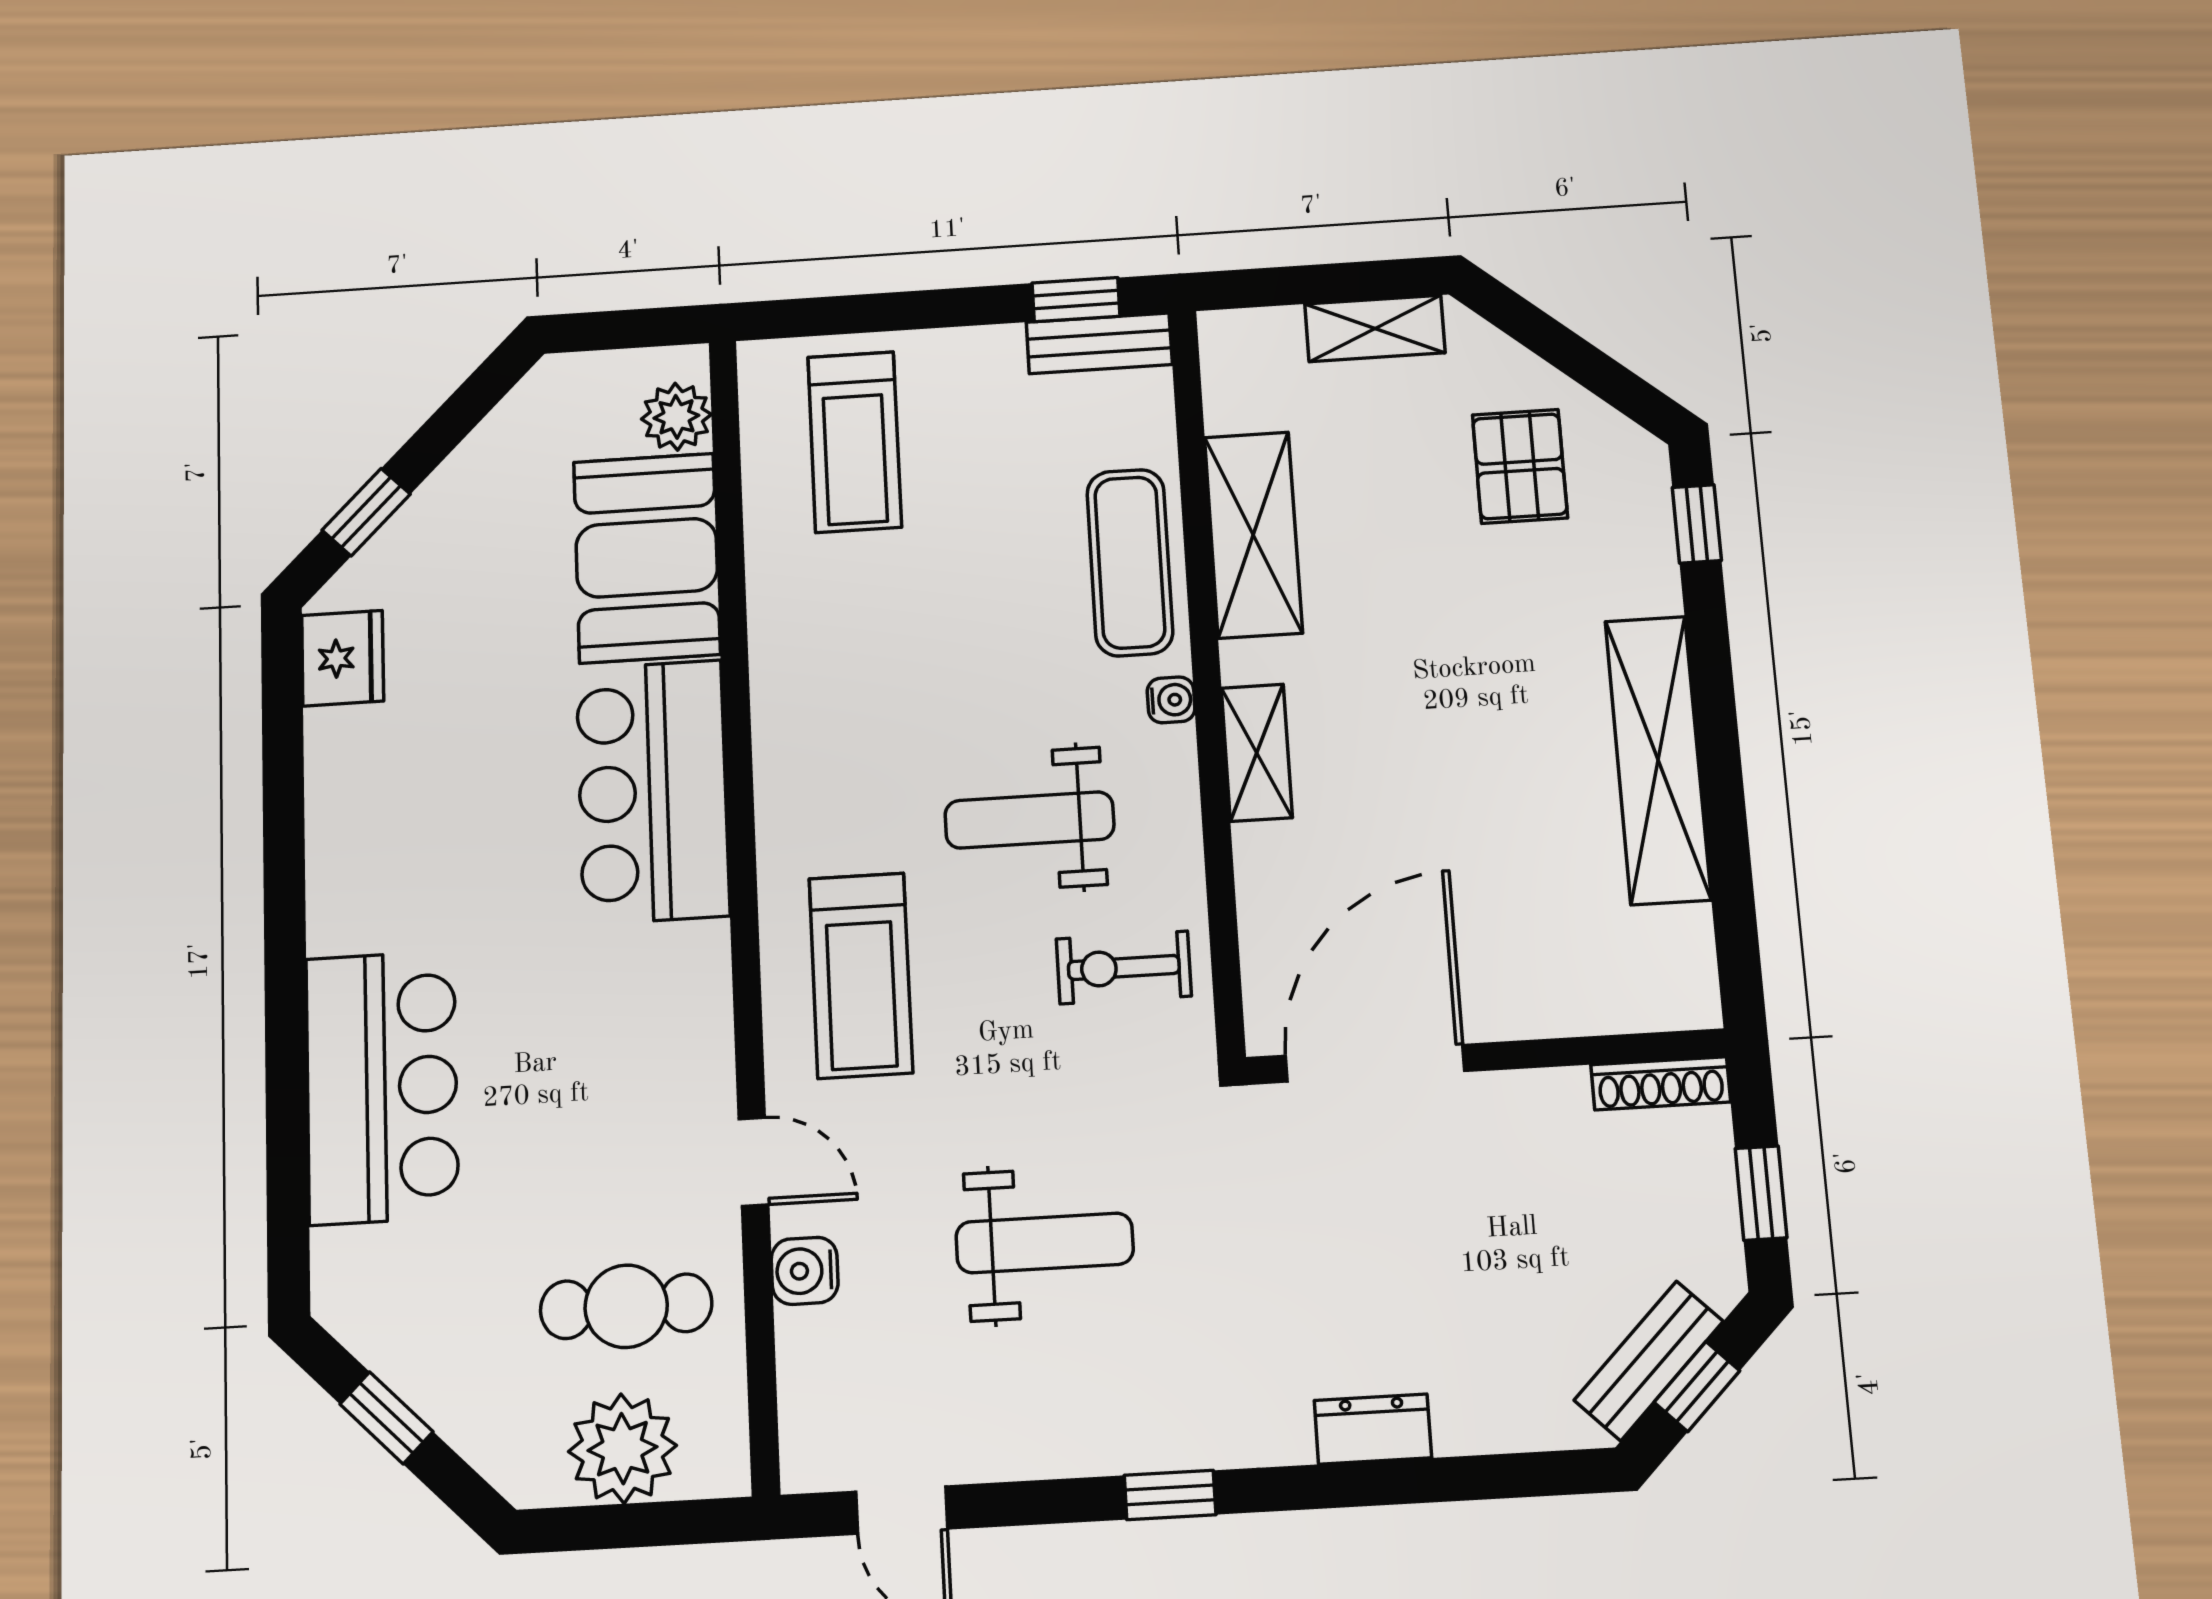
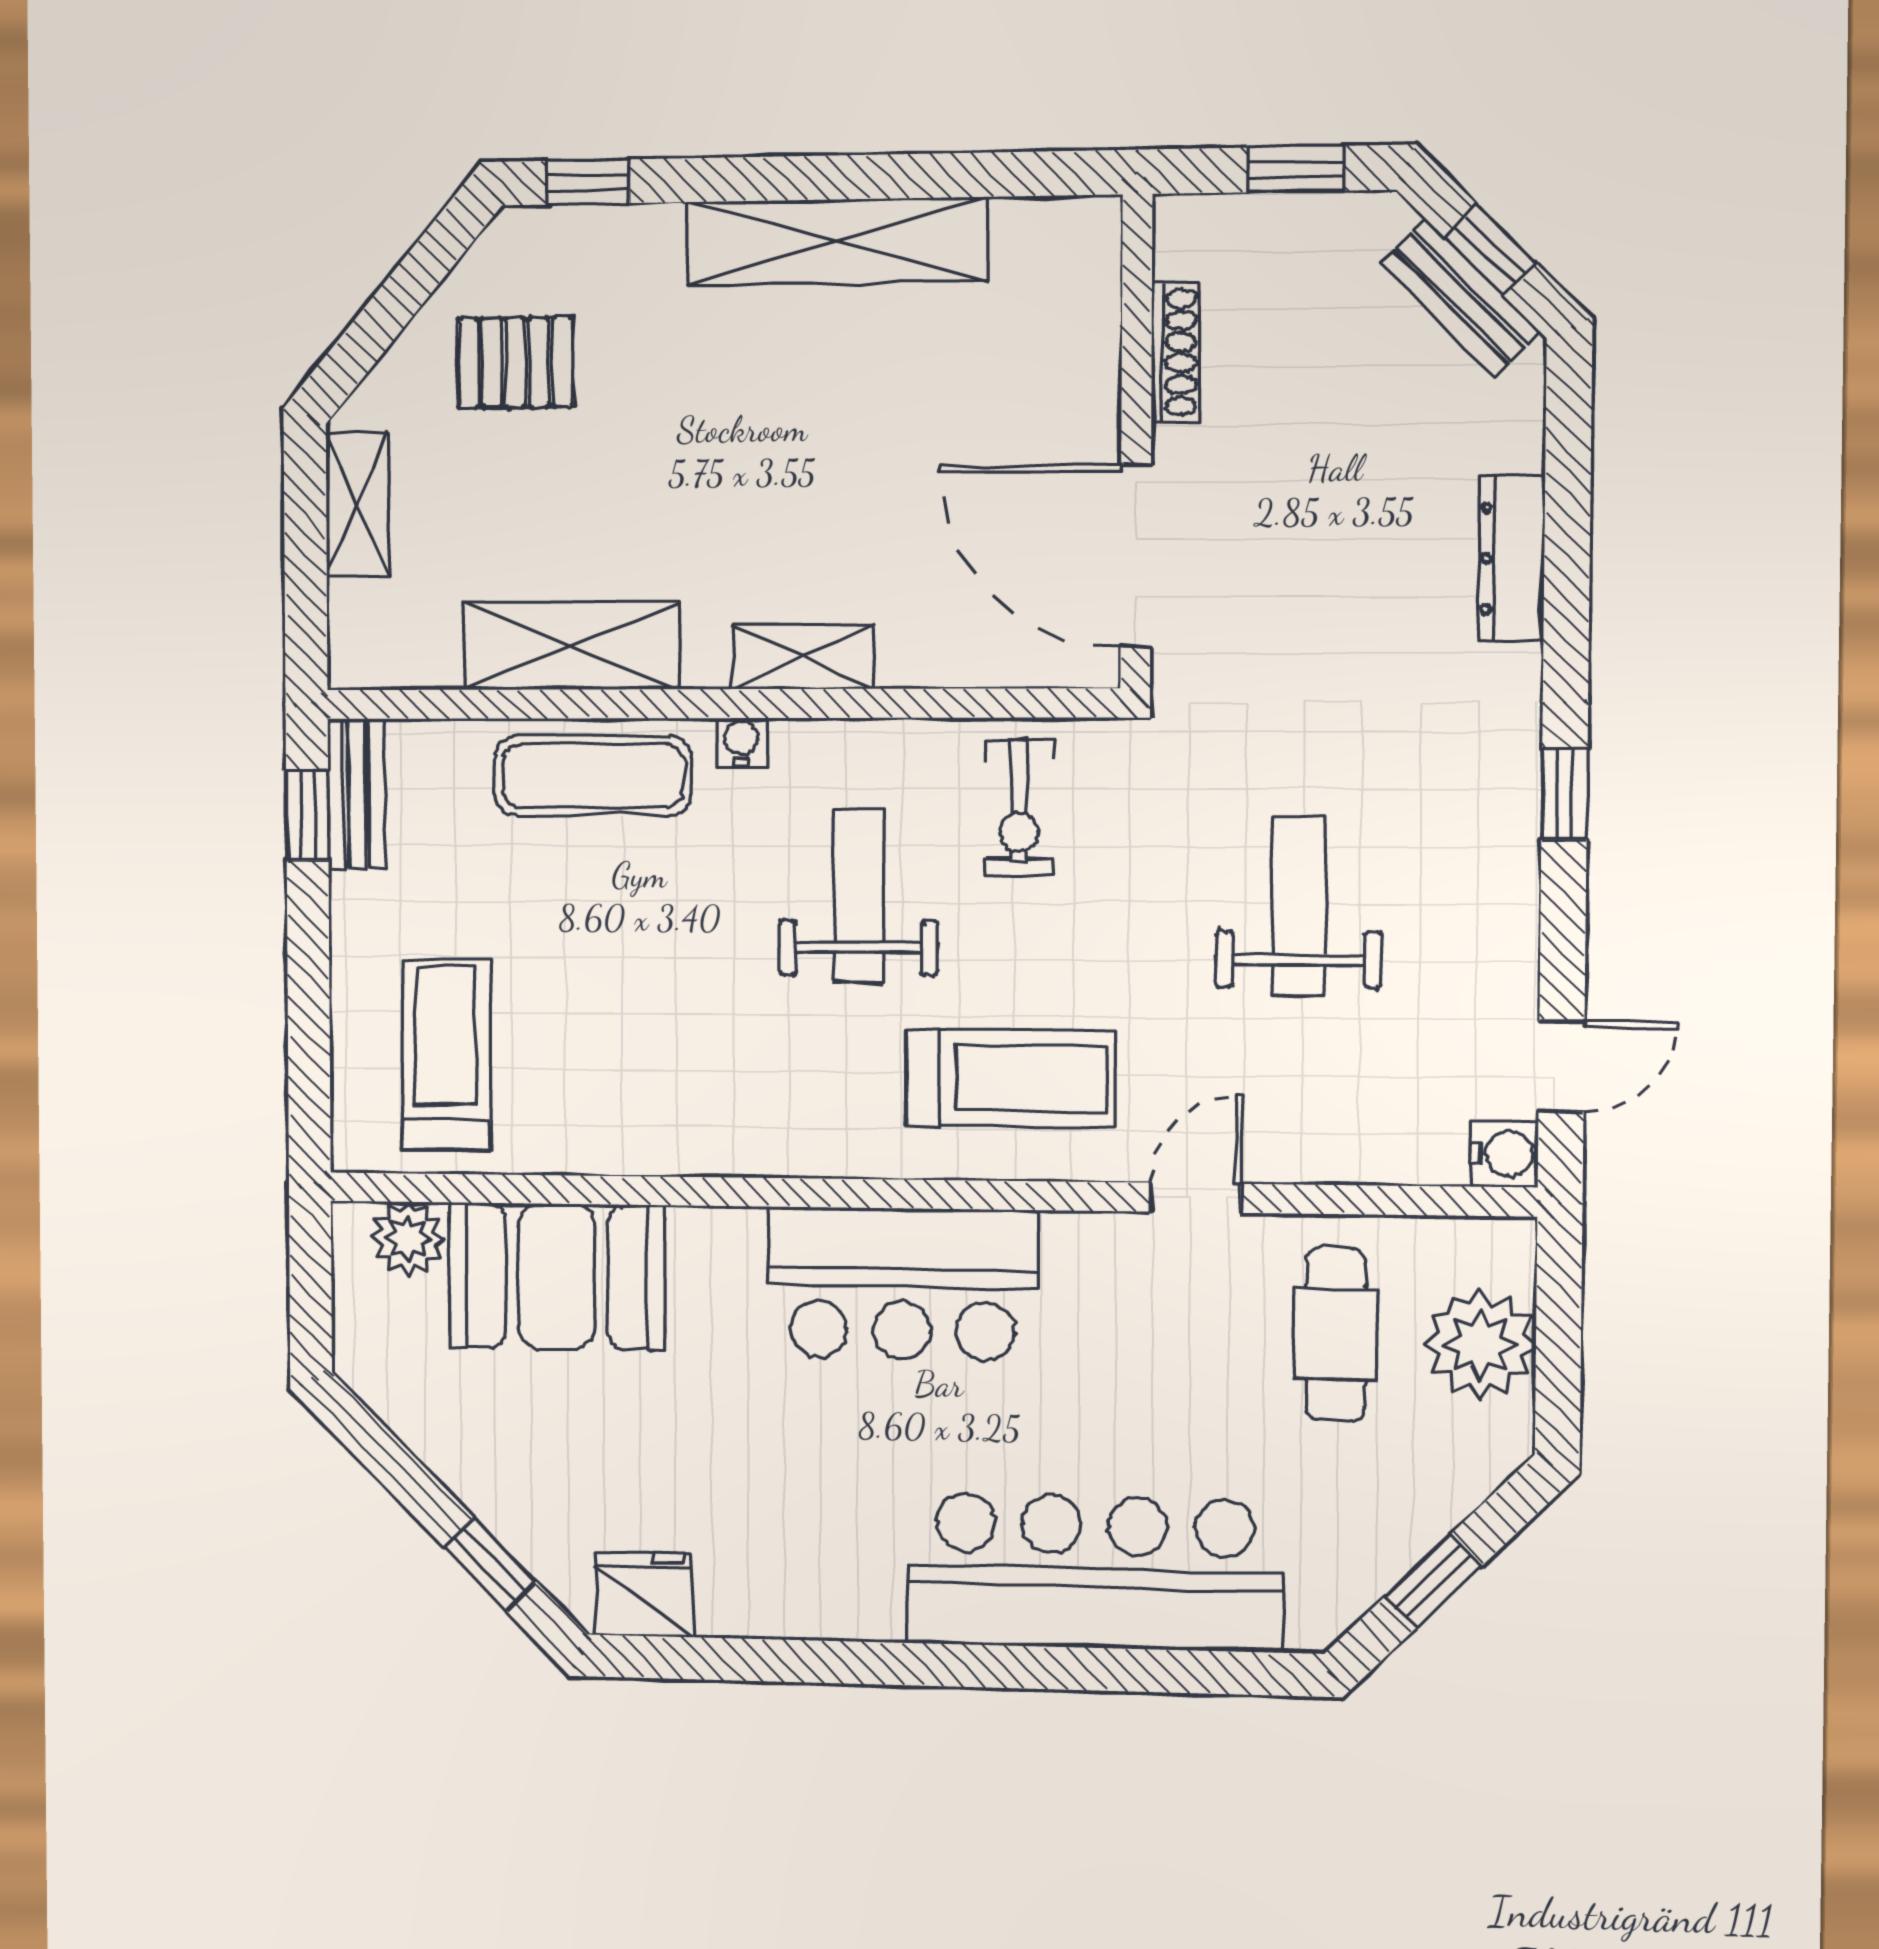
treadmill: (855, 442) -> (446, 1055), turned -90
bar counter: (653, 792) -> (902, 1284), moved
weight bench: (1029, 820) -> (859, 896), turned 180
shoe rack: (1661, 1083) -> (1175, 352), moved
bar counter: (382, 1087) -> (1094, 1572), width x1.36
water cooler: (805, 1271) -> (1504, 1154), moved, turned -90
dresser: (1373, 1429) -> (1512, 558), width x1.44

